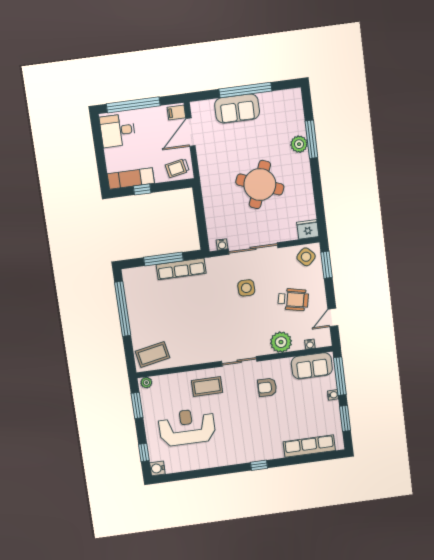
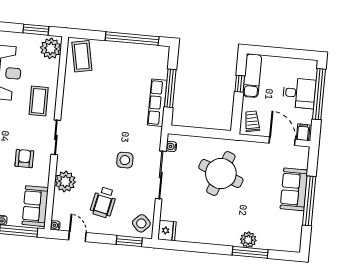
desk: (118, 130) -> (299, 93), moved, turned 90
round table: (260, 184) -> (221, 174), moved
water cooler: (310, 344) -> (55, 225), moved
plant: (146, 383) -> (51, 48), width x1.87, depth x1.87

